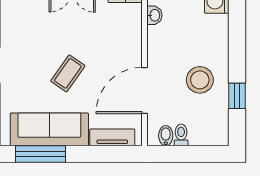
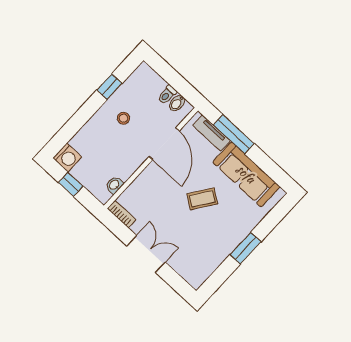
stool: (200, 80) -> (123, 118), width x0.53, depth x0.53
door: (144, 90) -> (164, 144), hinge flipped
window: (41, 154) -> (234, 134), moved

